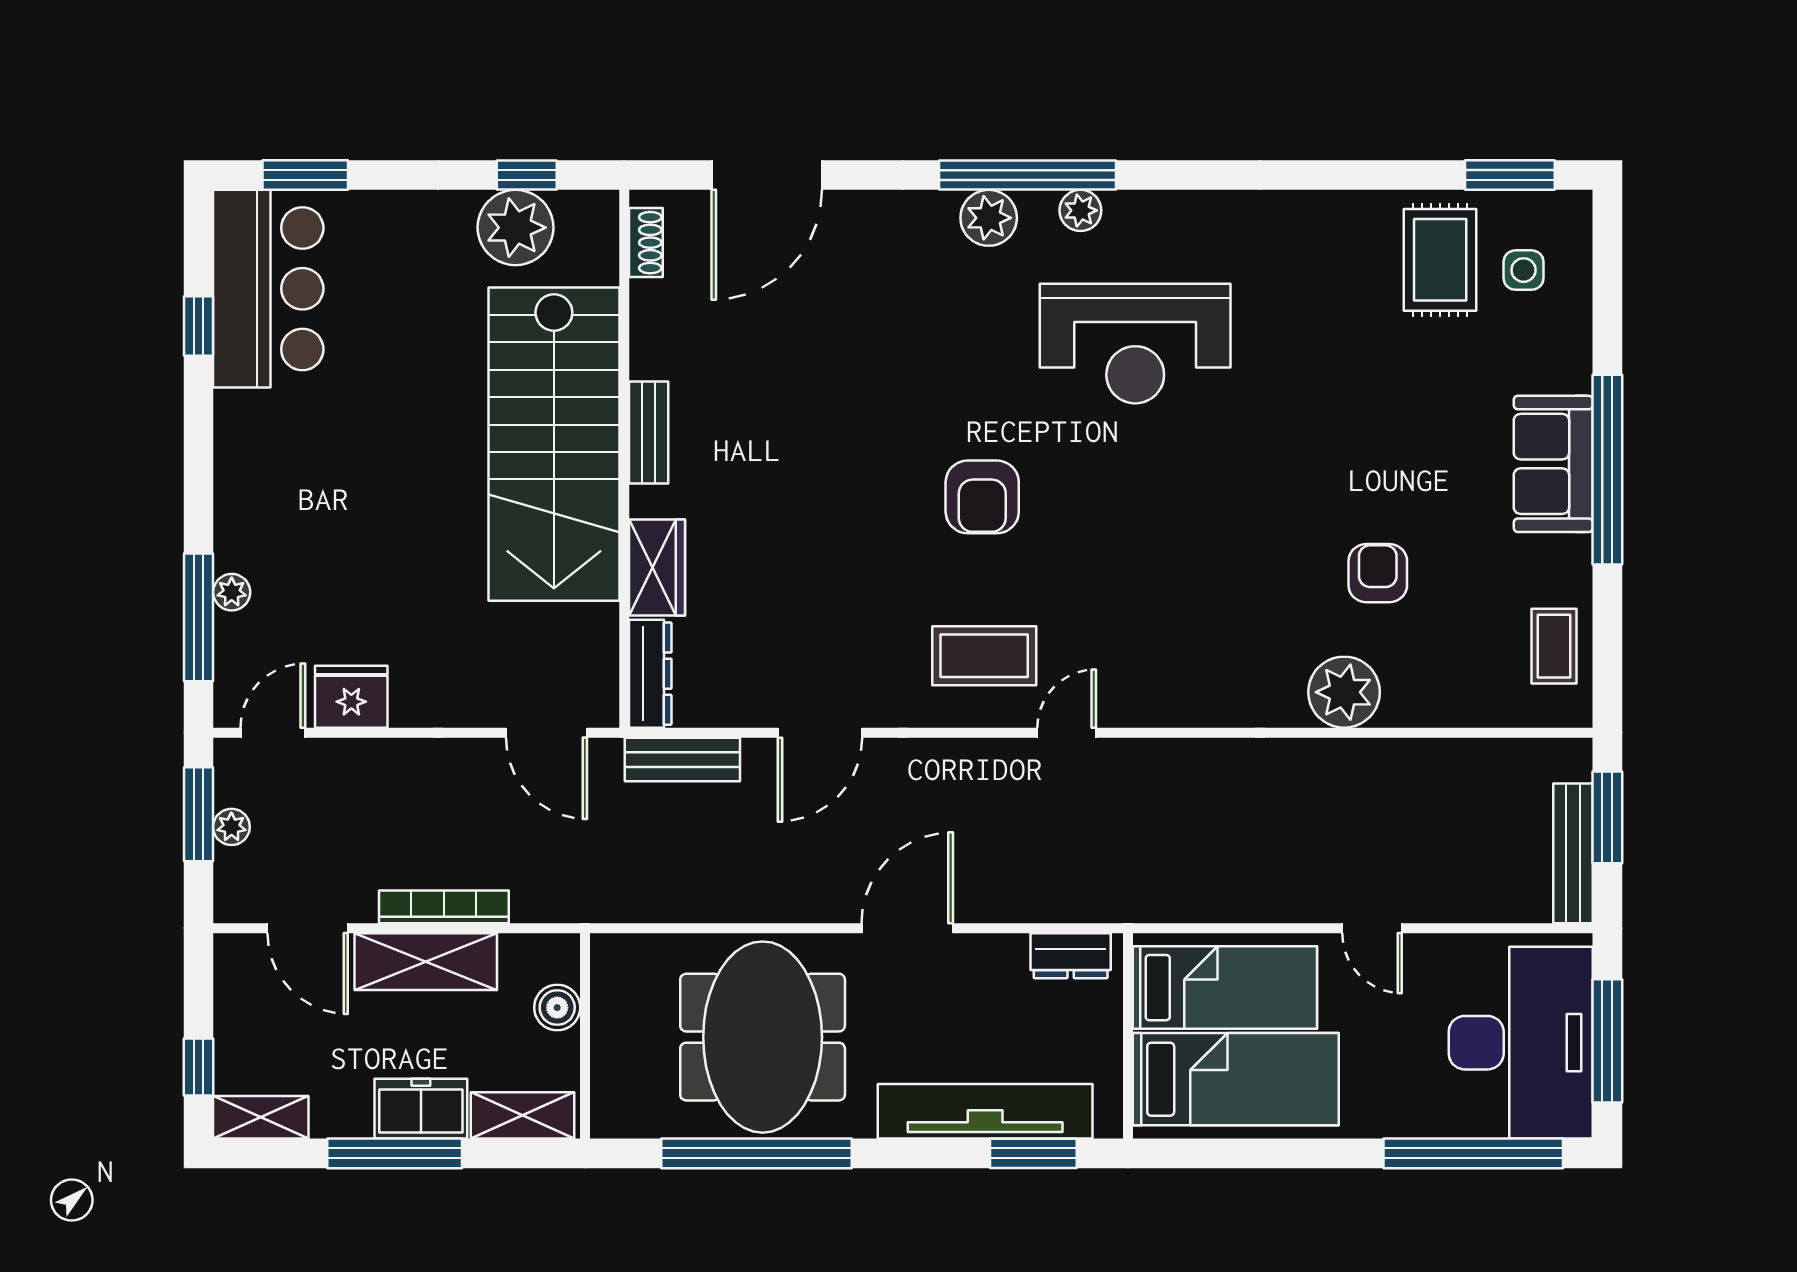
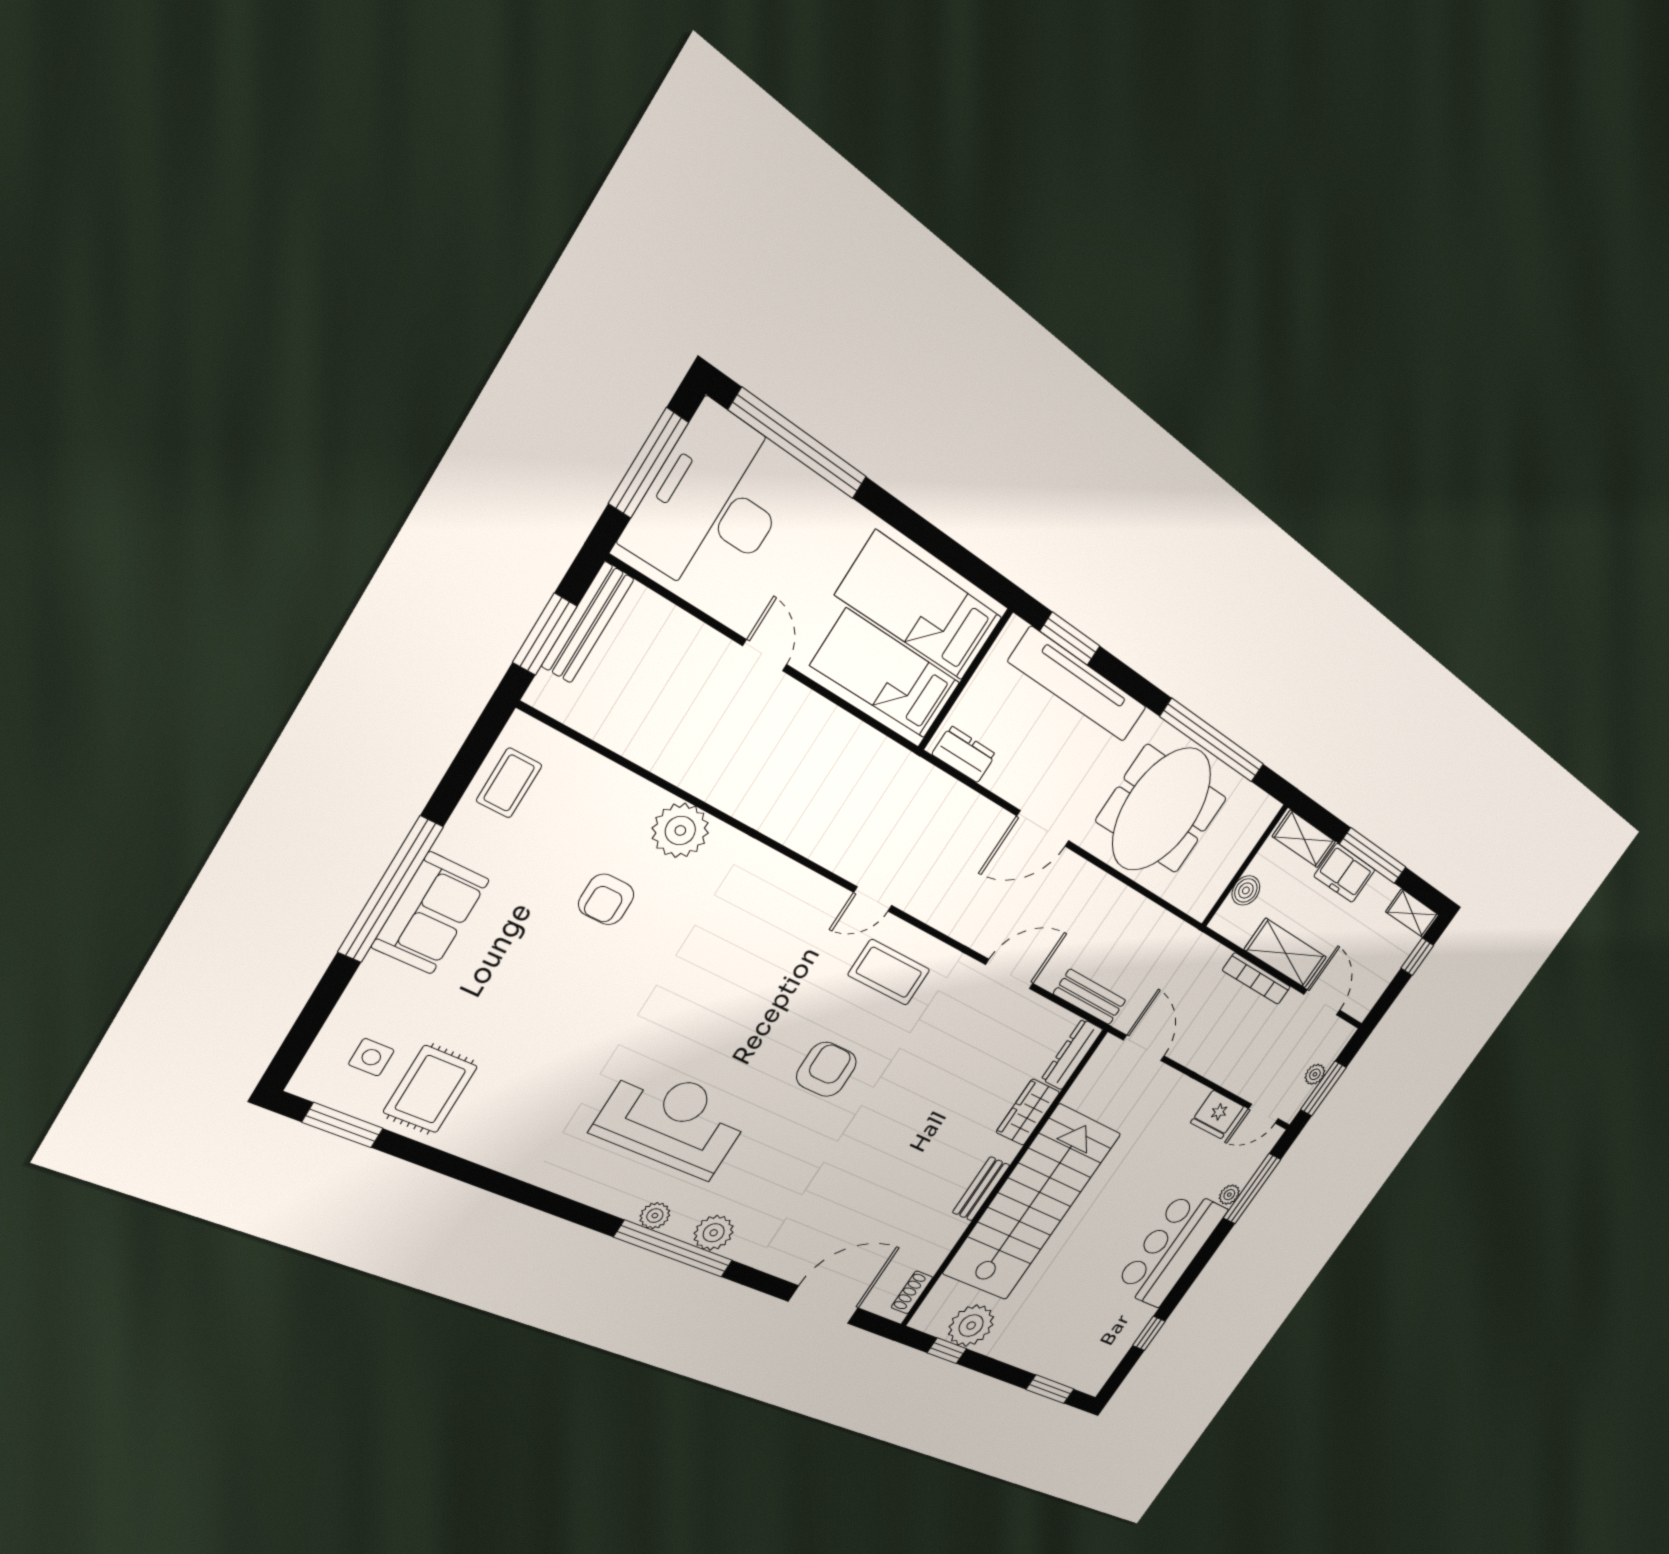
bar counter: (268, 289) -> (1170, 1249), moved

